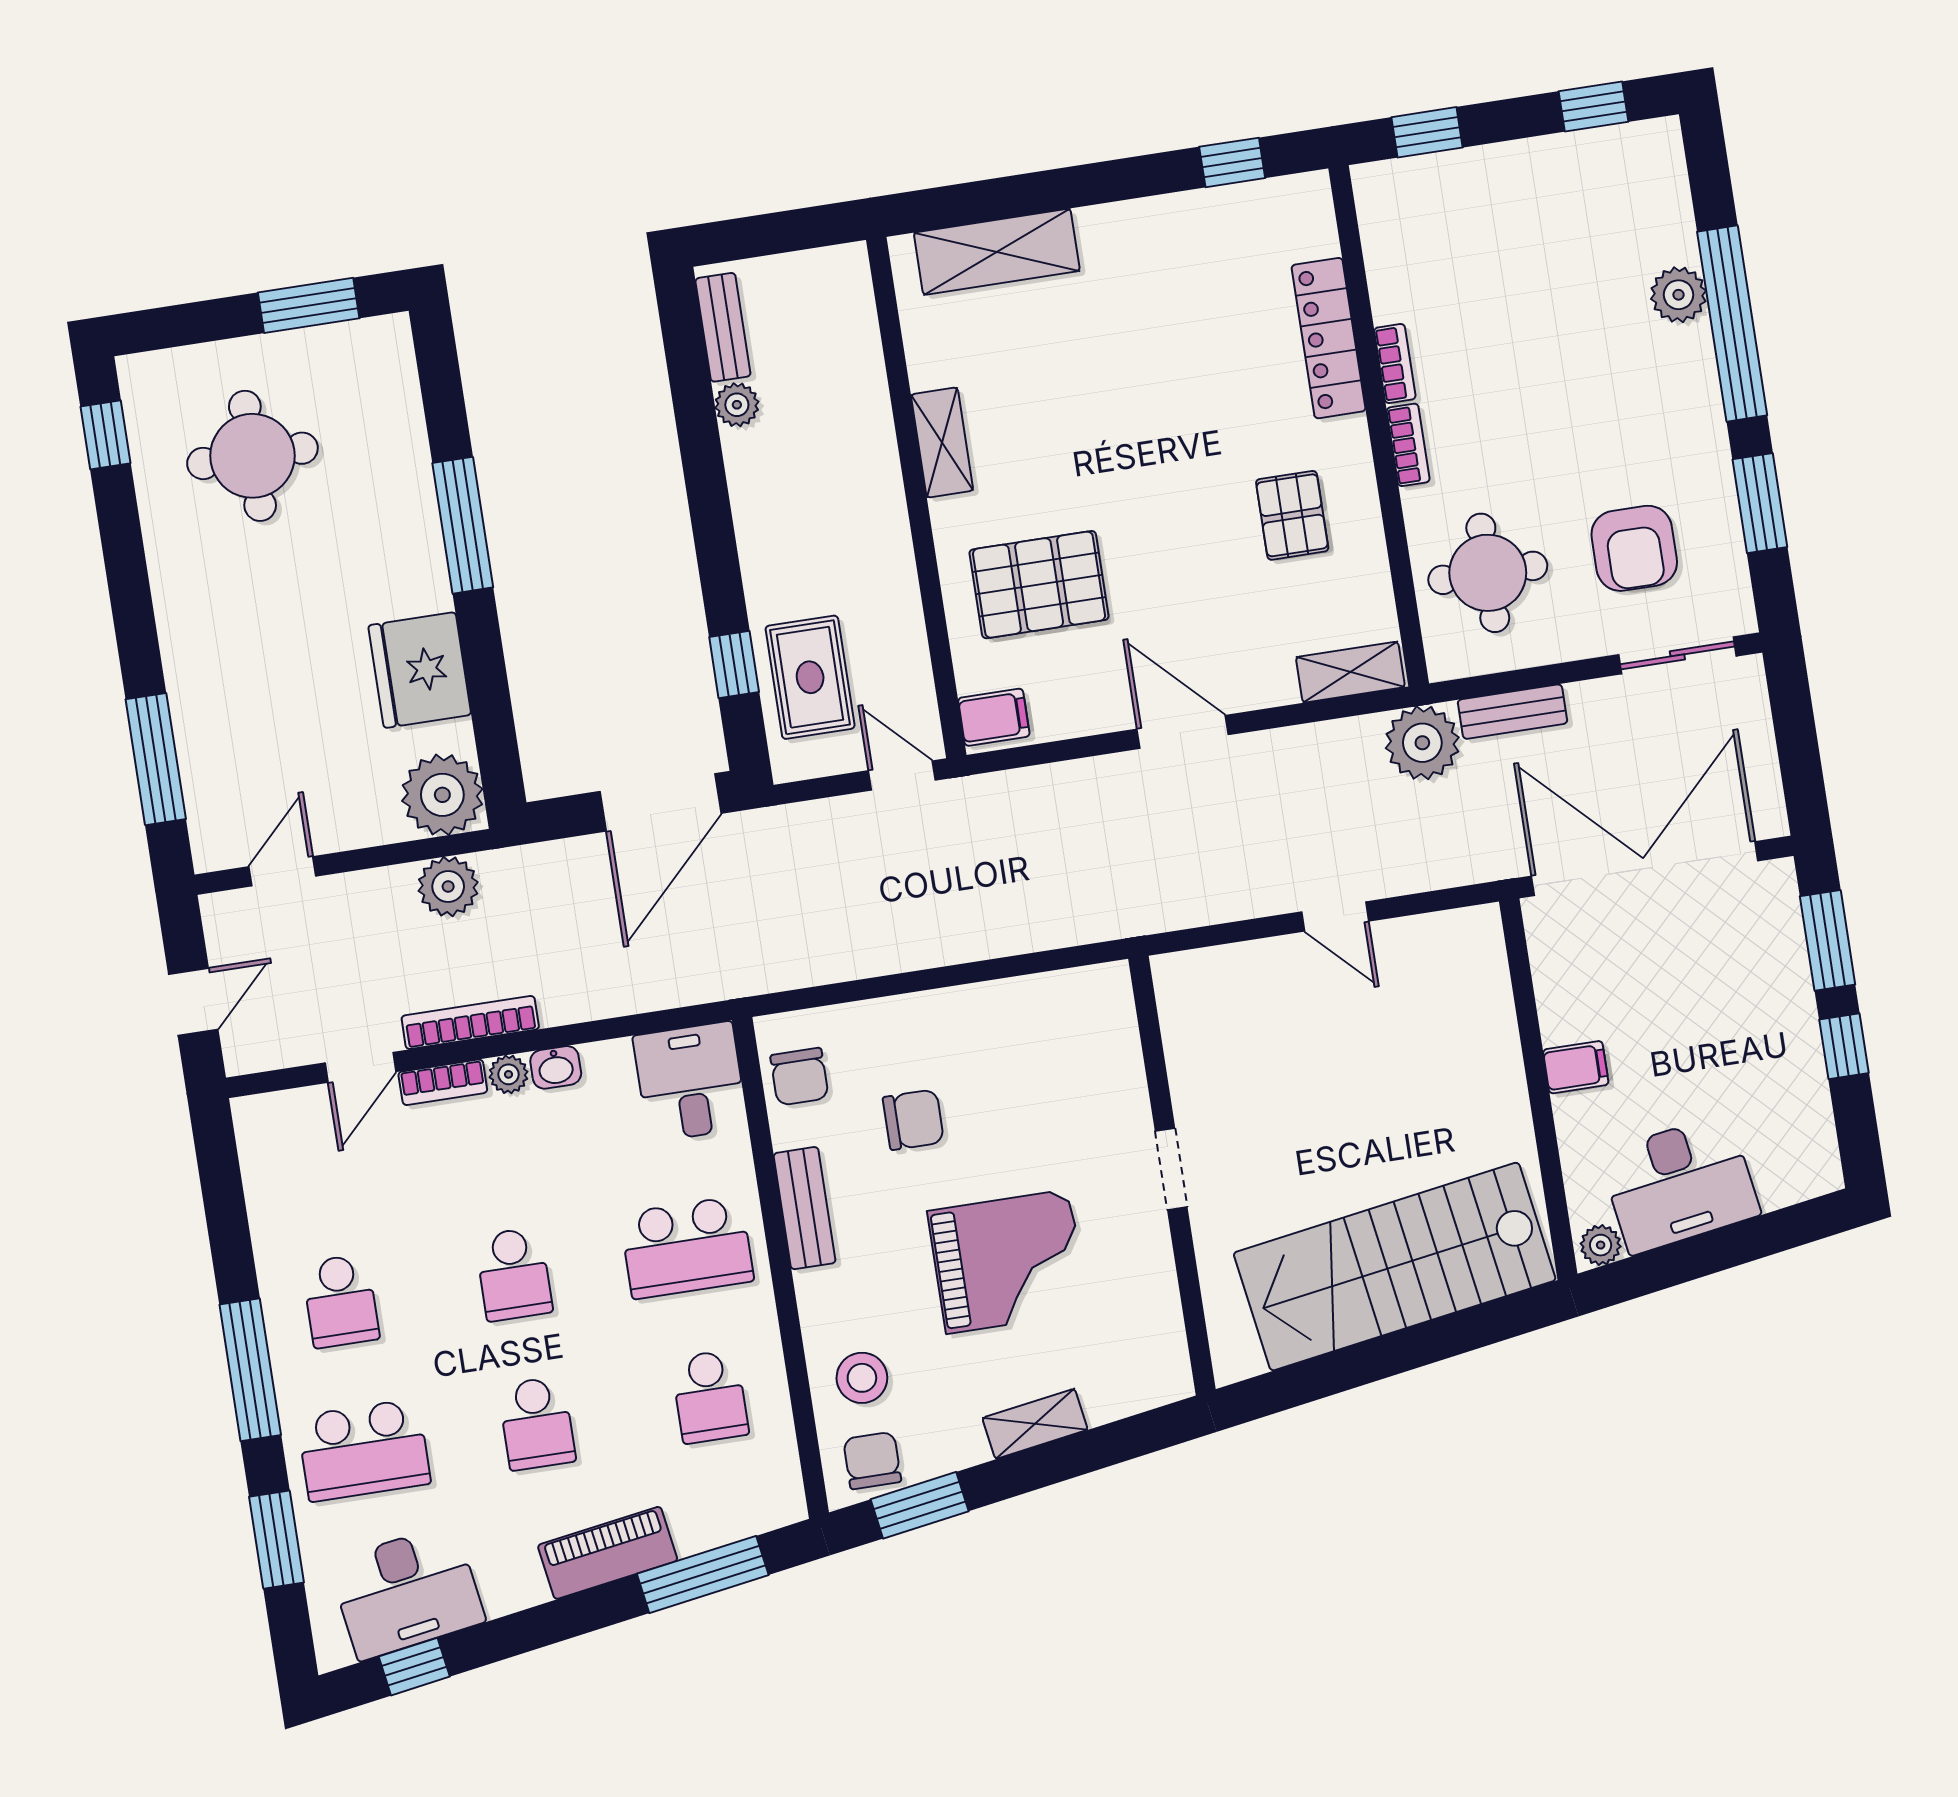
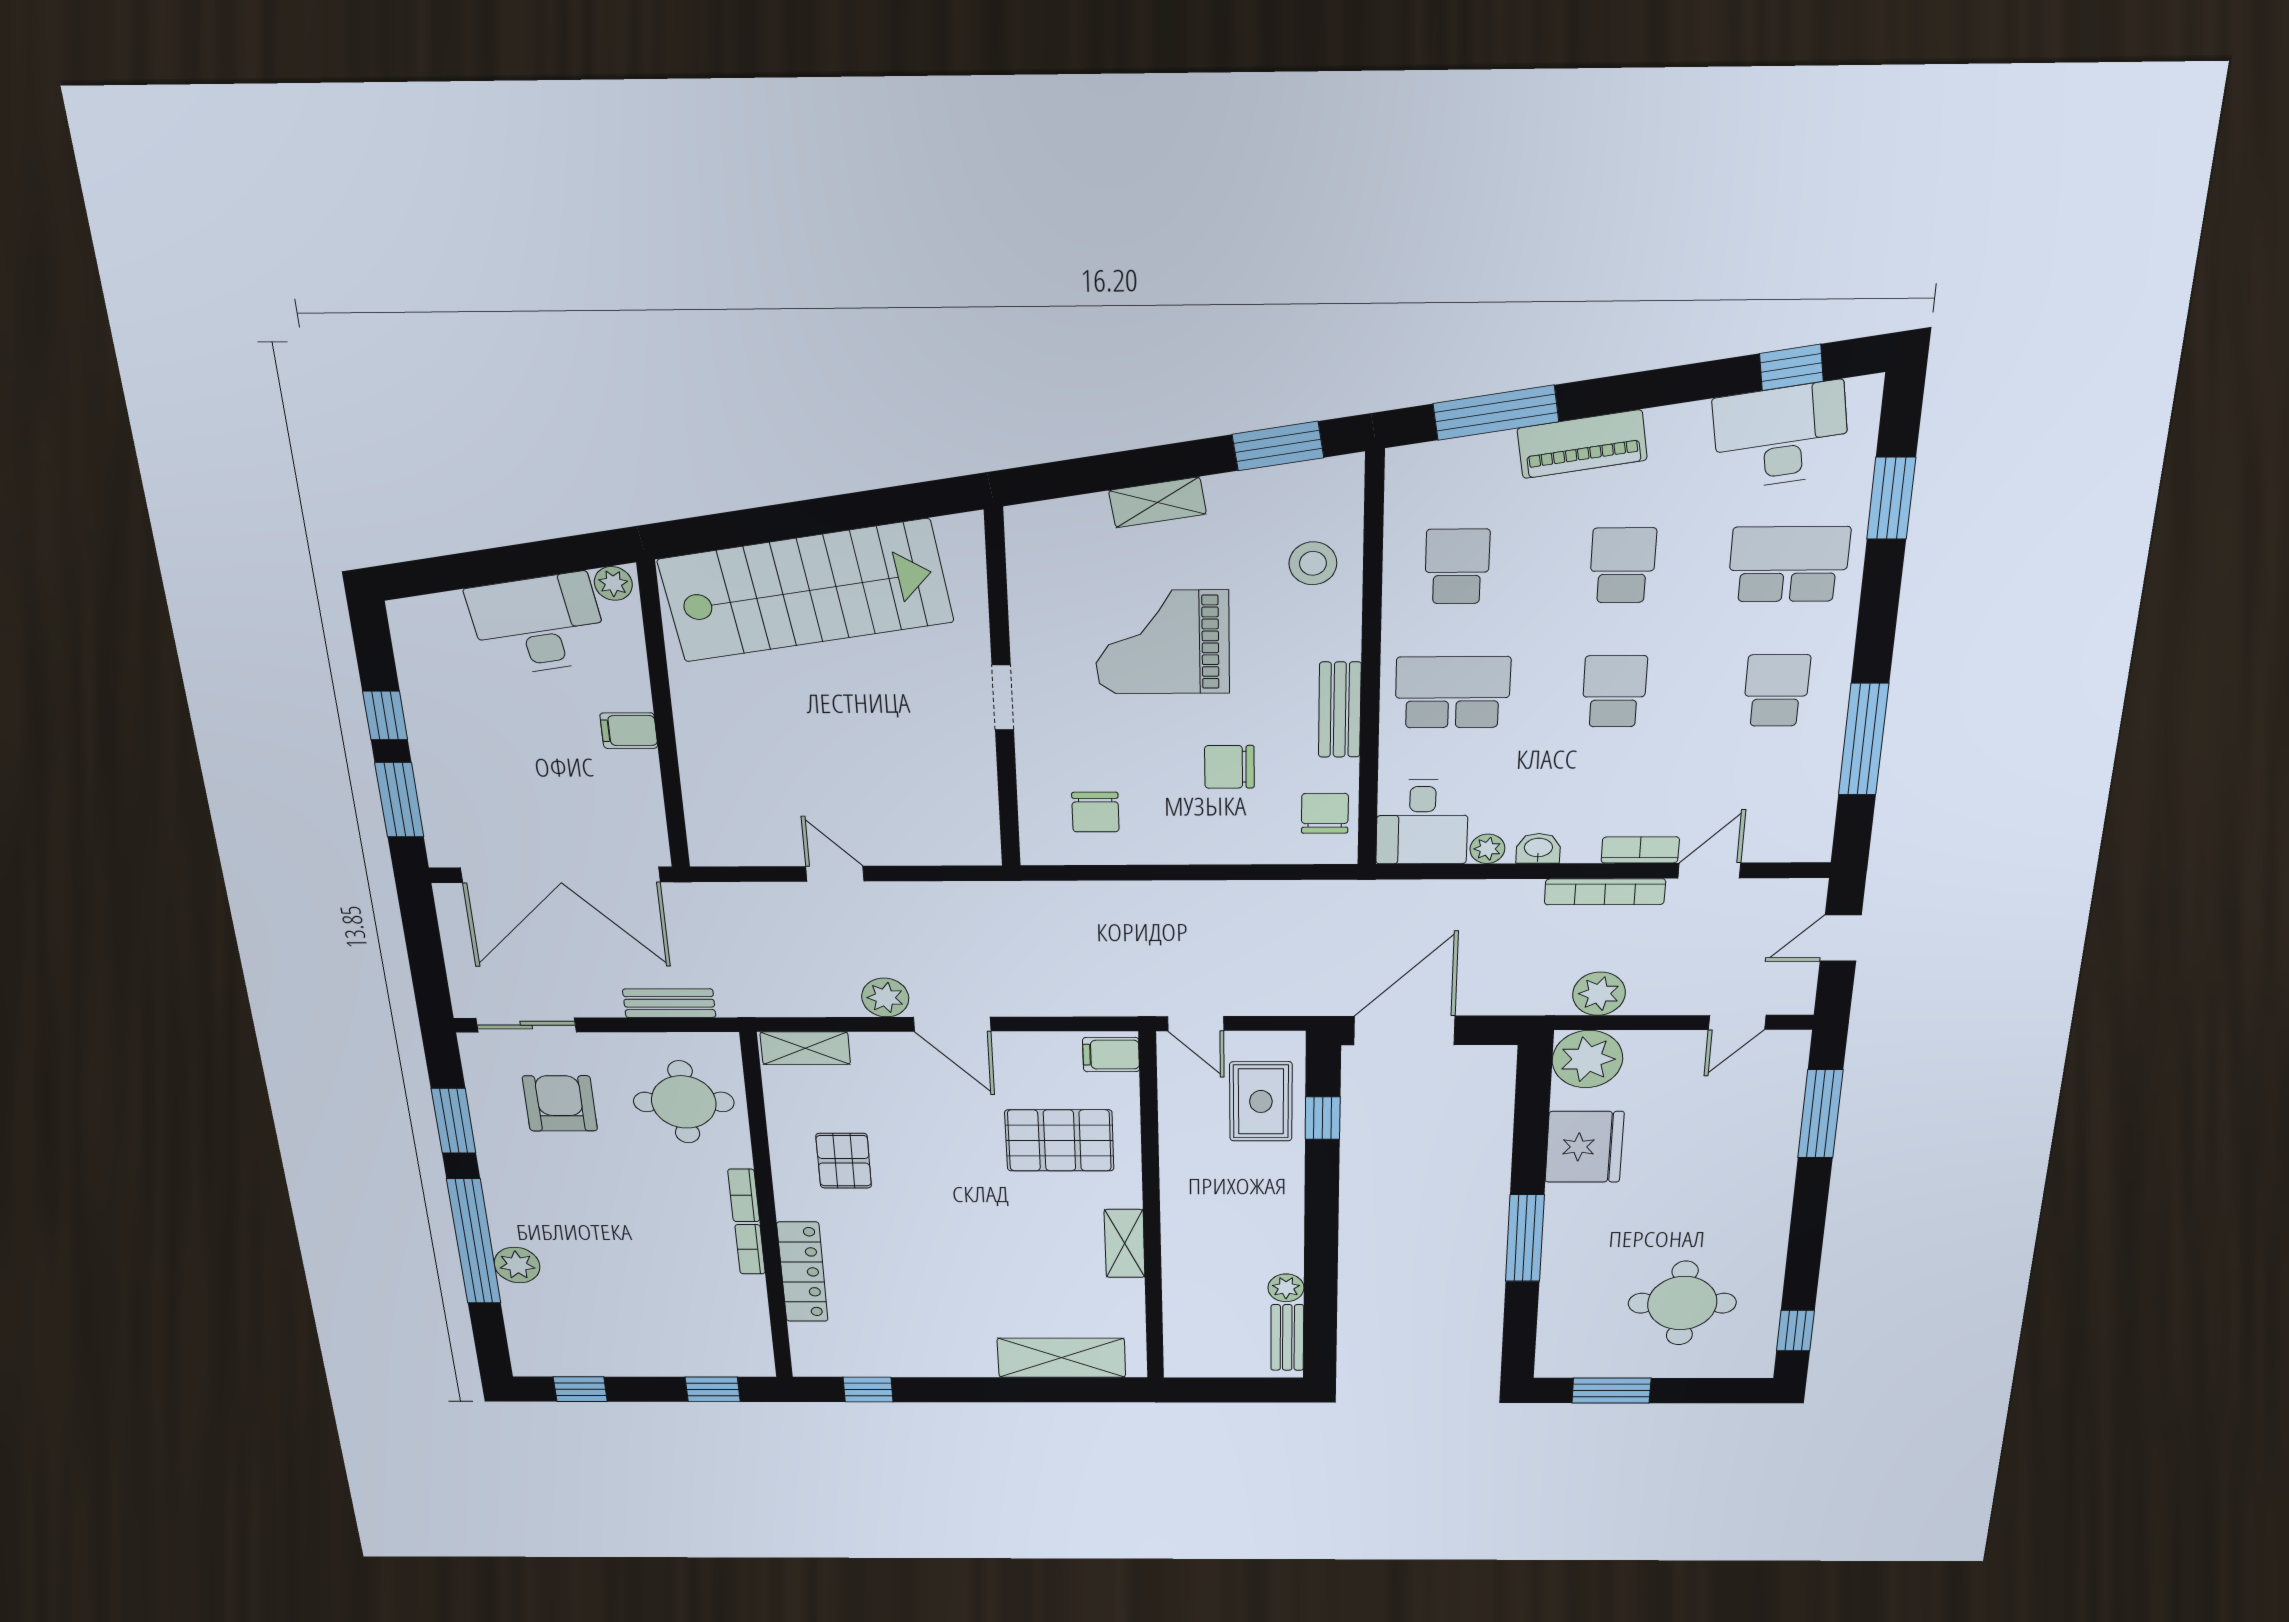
plant: (1422, 743) -> (885, 998), moved, width x0.73, depth x0.73
plant: (509, 1074) -> (1487, 849), moved
window: (250, 1370) -> (1863, 739), moved
chair: (872, 1460) -> (1095, 812), moved

